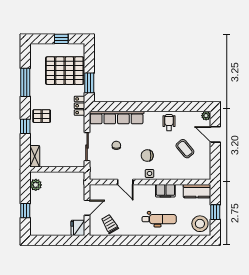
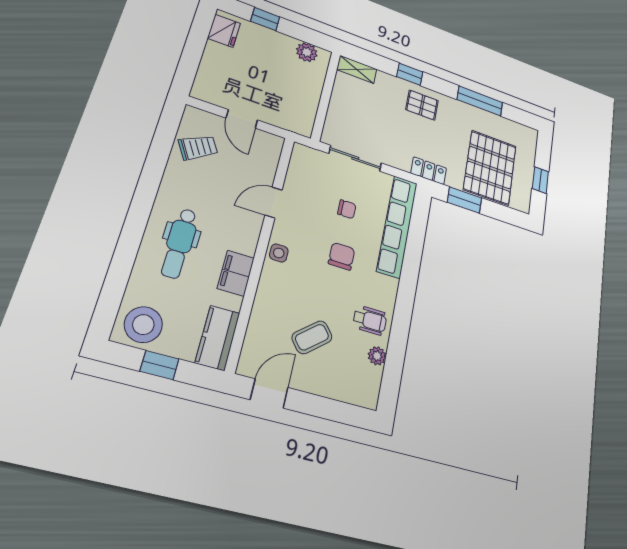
pallet: (42, 116) -> (422, 105), turned 90
plant: (206, 116) -> (377, 356), moved
door: (215, 134) -> (269, 394), moved
chair: (147, 156) -> (342, 256), moved
fridge: (78, 228) -> (224, 31), moved, turned 90

